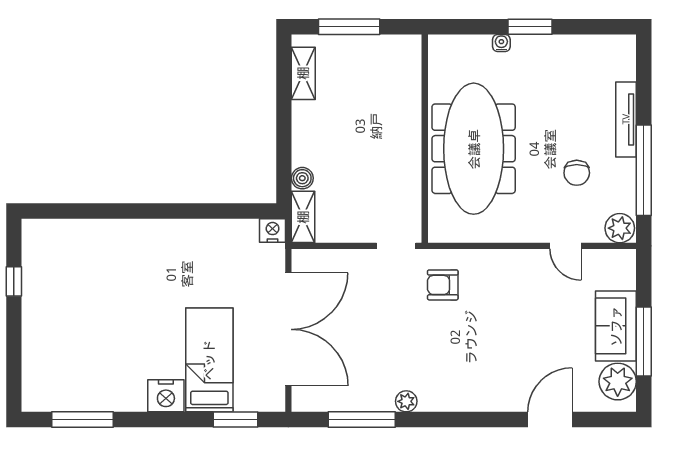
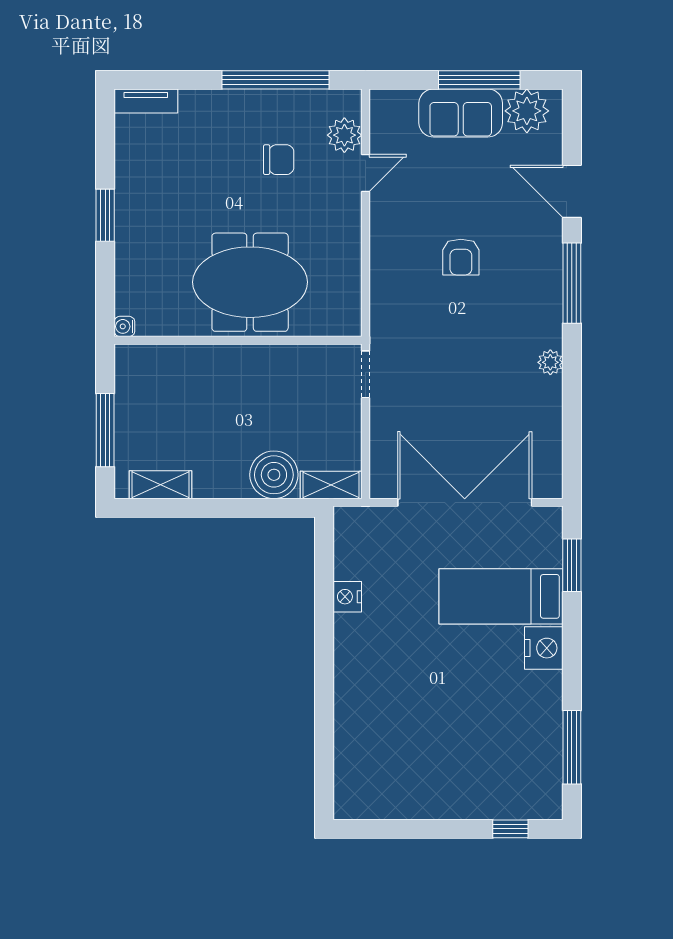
water cooler: (501, 43) -> (124, 326), moved
tv unit: (626, 119) -> (146, 101), moved, width x0.71
meeting table: (474, 149) -> (250, 282), width x0.73
boiler: (302, 178) -> (274, 475), width x1.86, depth x1.86
plant: (620, 228) -> (344, 135), moved
nightstand: (273, 230) -> (347, 597), moved
window: (14, 281) -> (510, 829), moved
armchair: (443, 285) -> (461, 257), moved
window: (362, 419) -> (572, 283), moved

